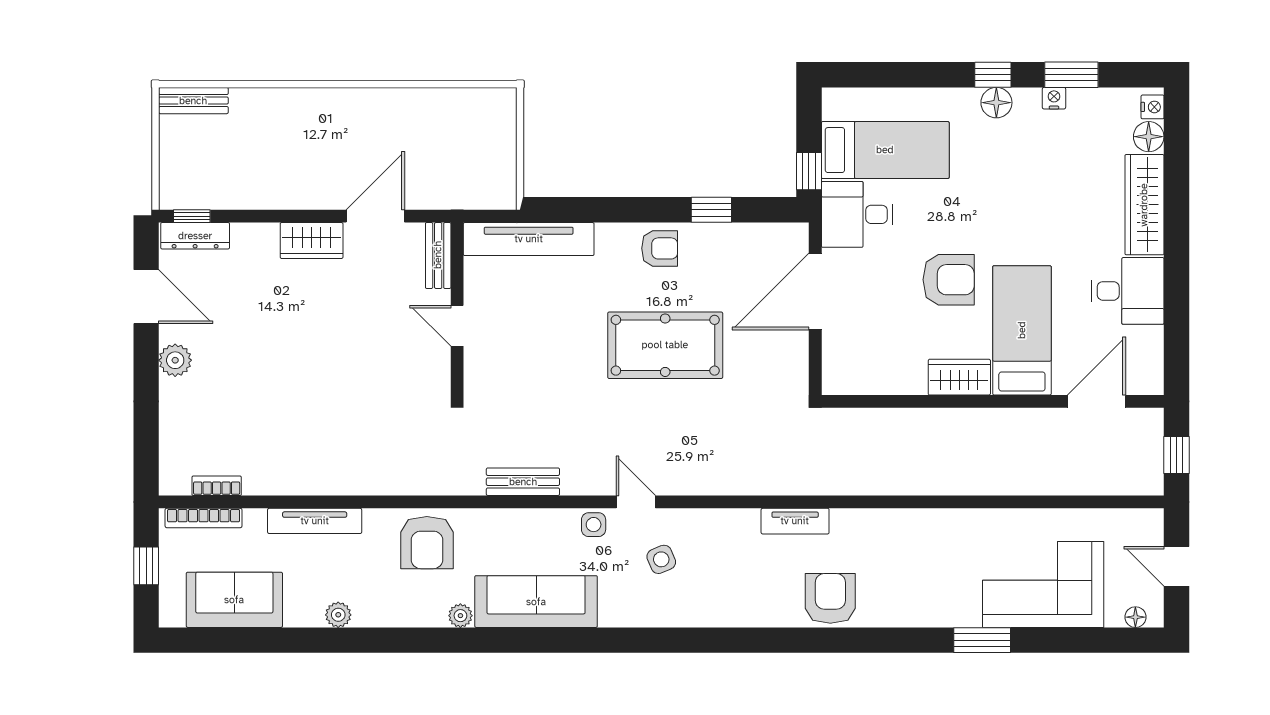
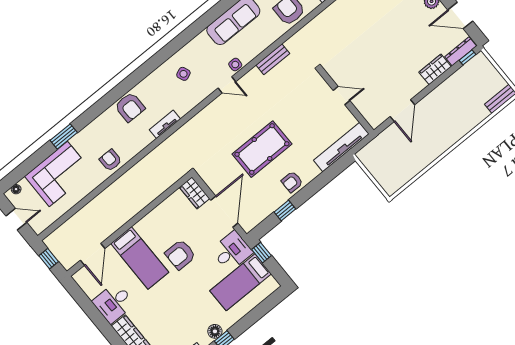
wardrobe: (312, 240) -> (435, 69), moved
bench: (438, 255) -> (369, 115), removed
wardrobe: (959, 377) -> (195, 193), moved, turned 90
armchair: (936, 536) -> (110, 160), added
side table: (661, 559) -> (183, 74), moved

